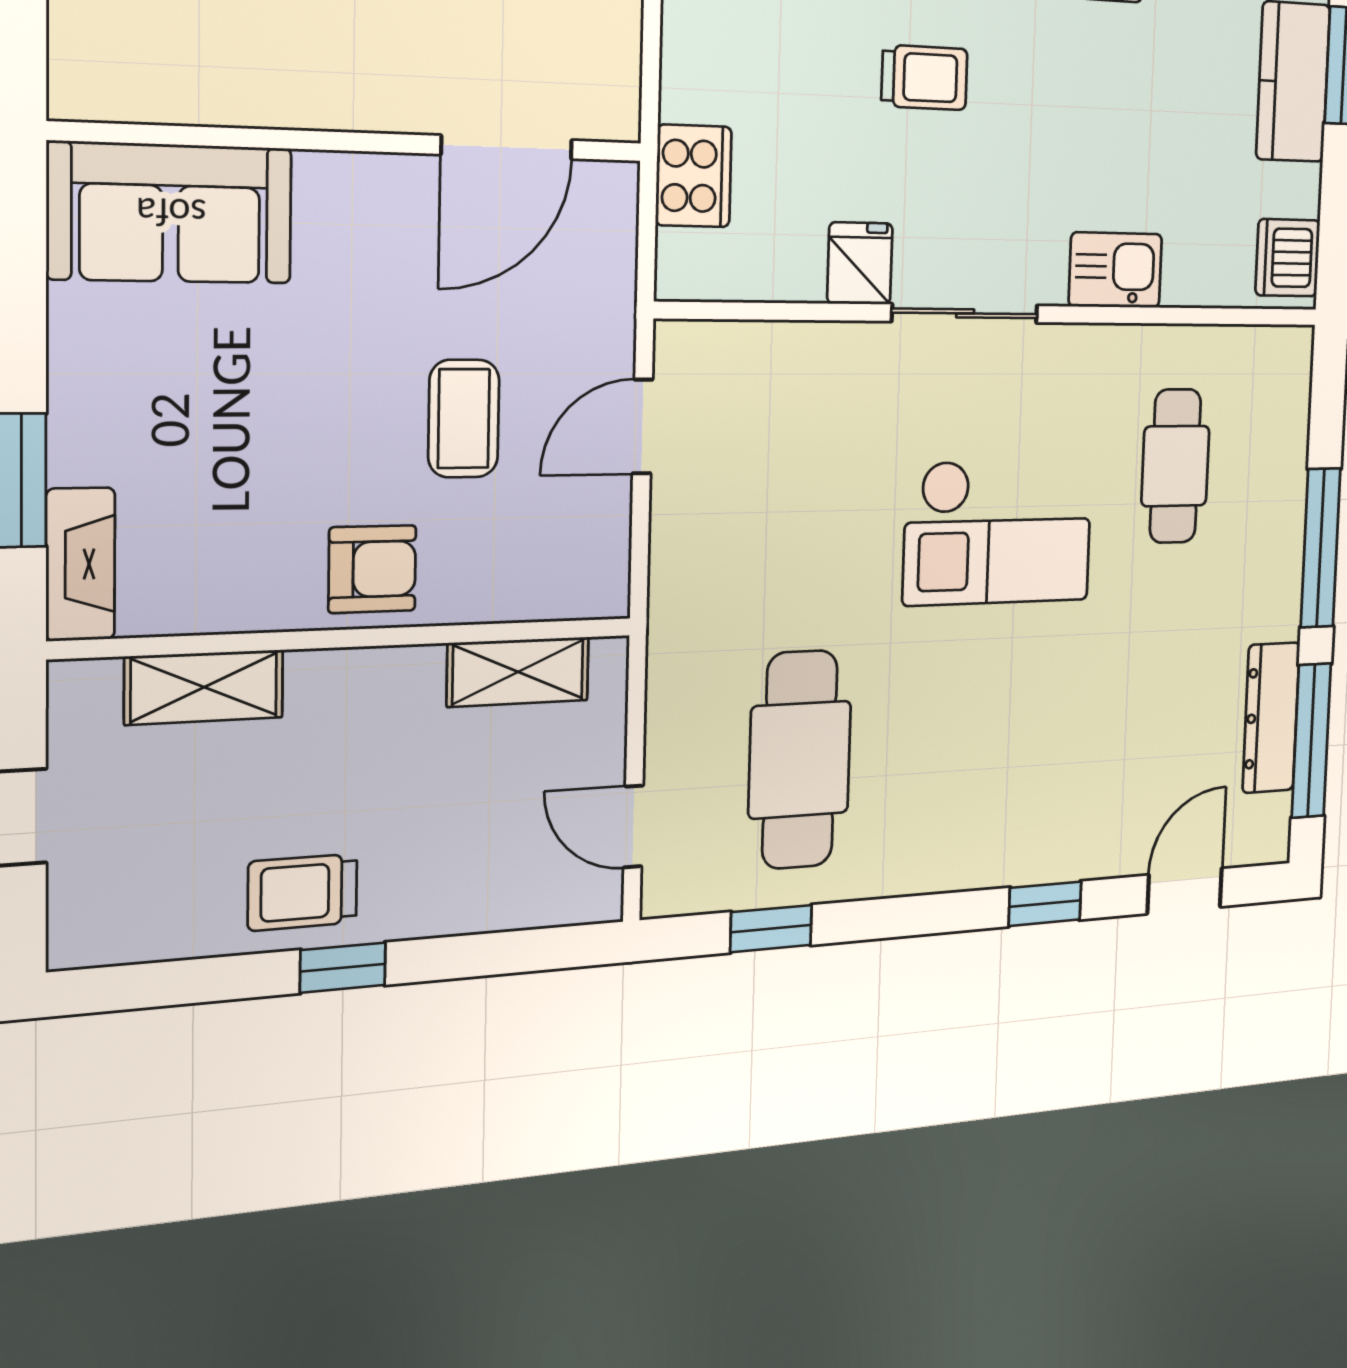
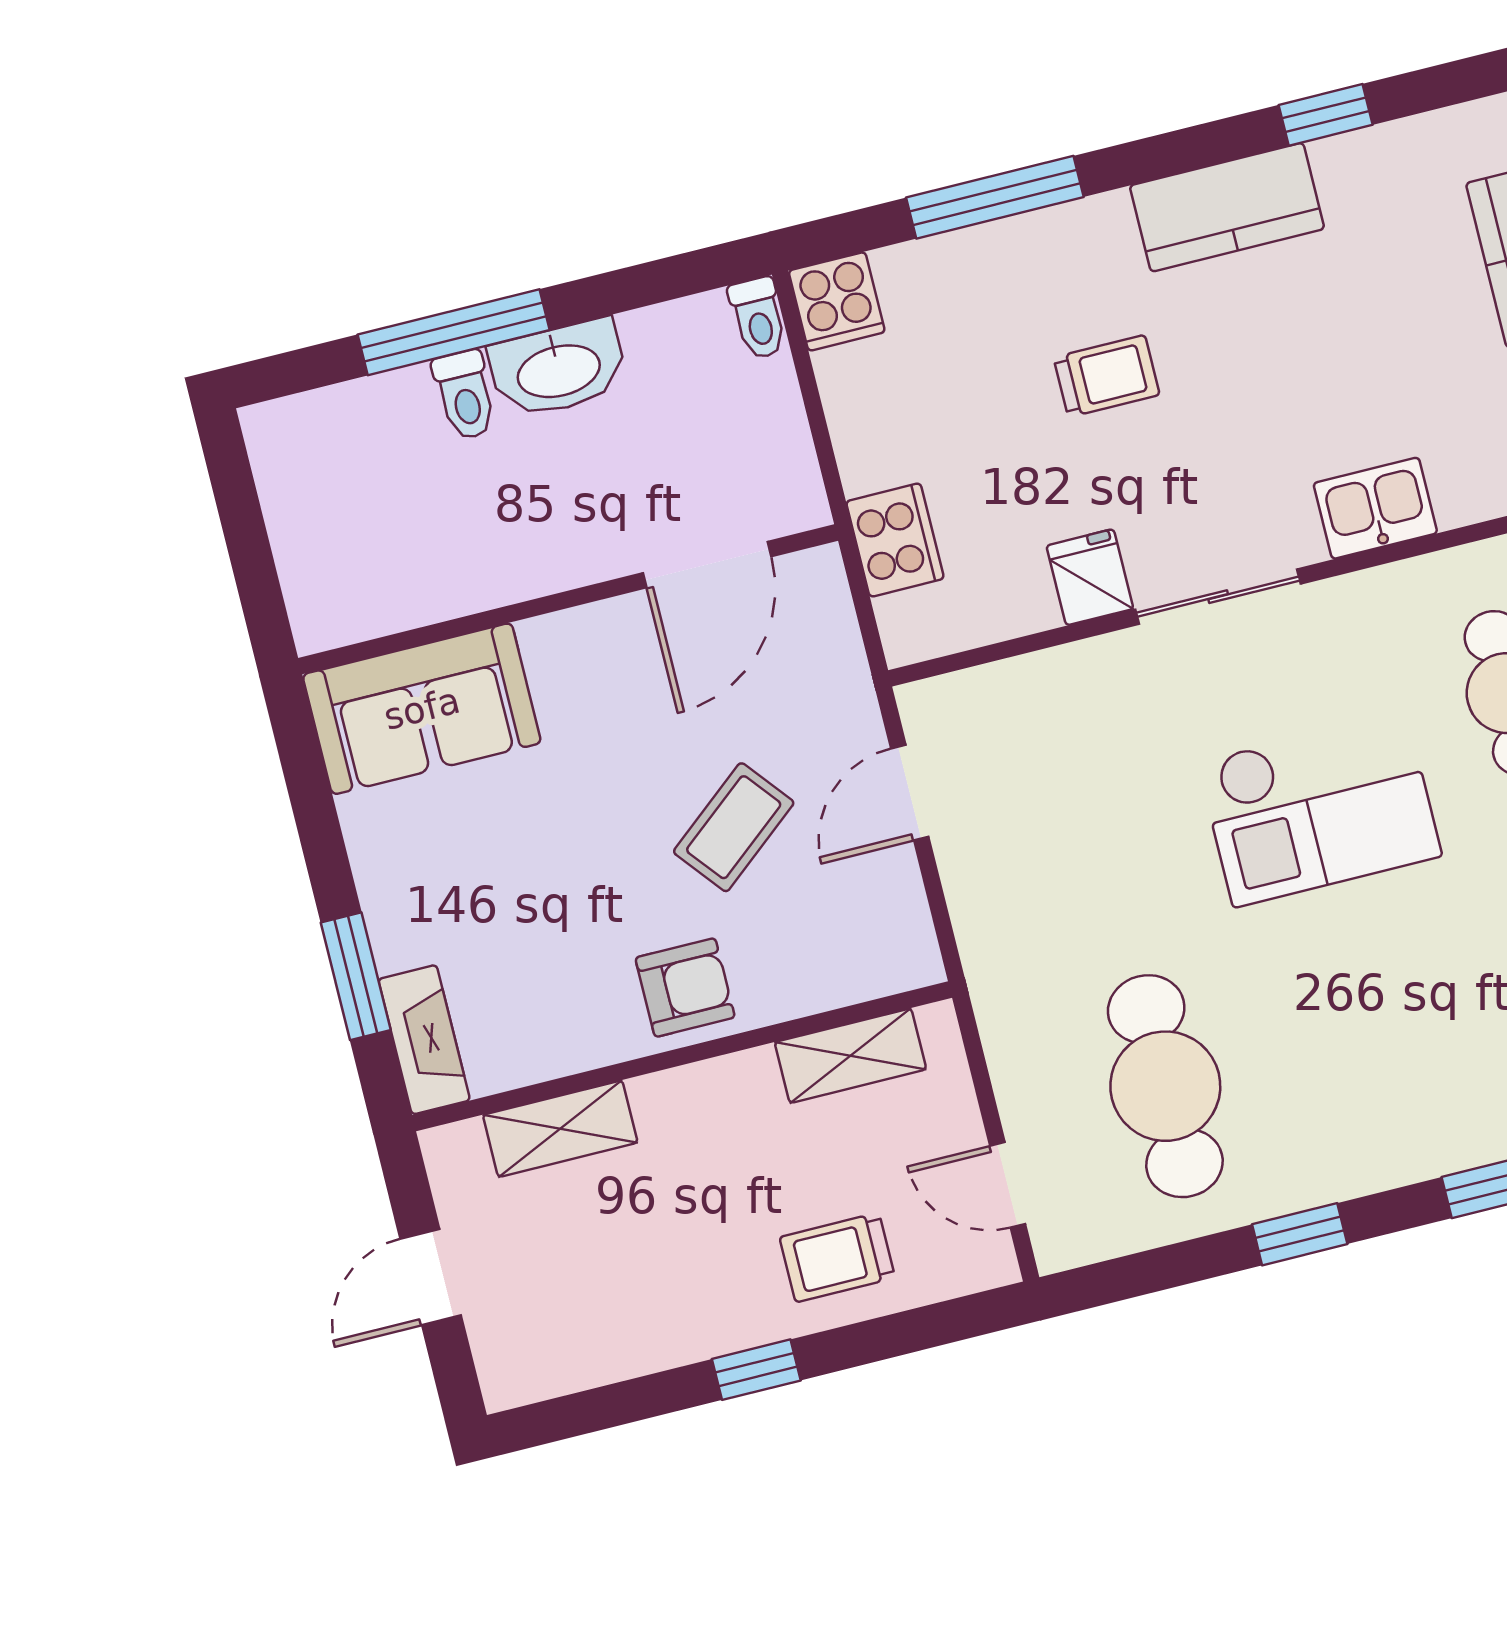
coffee table: (464, 419) -> (734, 827), turned 51
trolley: (303, 892) -> (837, 1257), moved
window: (771, 929) -> (1300, 1234), moved

